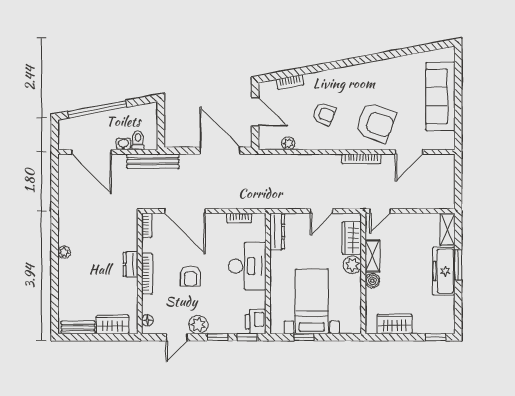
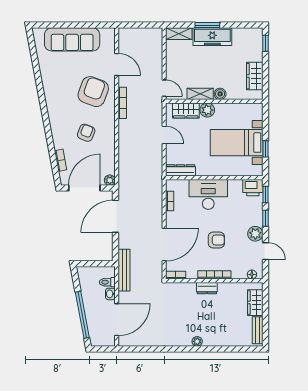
door: (255, 112) -> (84, 188), width x1.36
plant: (288, 143) -> (110, 180), moved

